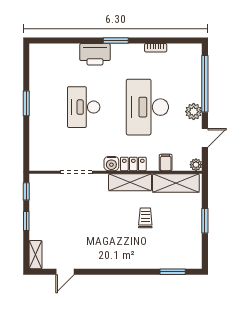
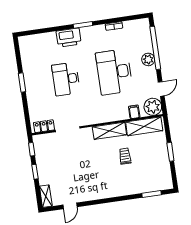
plant: (194, 112) -> (148, 59), moved
water cooler: (111, 164) -> (93, 119), removed
locker: (133, 164) -> (44, 126), moved
plant: (196, 165) -> (153, 107), width x1.87, depth x1.87

